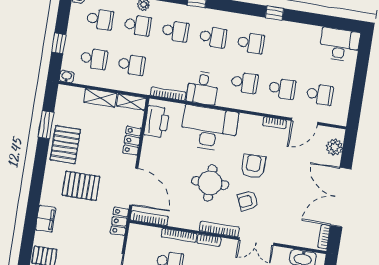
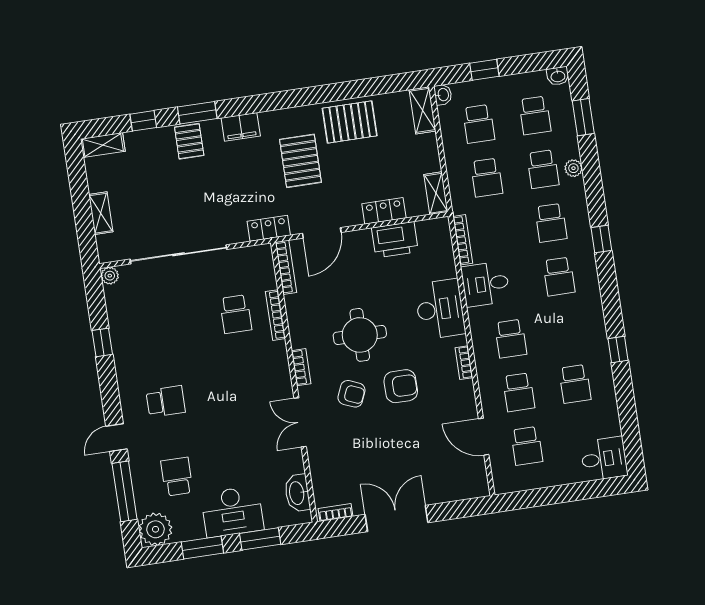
school desk: (251, 43) -> (575, 384), moved
desk: (340, 45) -> (604, 459), width x0.73
shelving: (100, 98) -> (422, 110), moved
printer: (157, 122) -> (395, 240), moved
bookcase: (274, 123) -> (464, 363), moved
window: (46, 125) -> (197, 113), moved
desk: (209, 128) -> (440, 309), width x0.73, depth x0.77
plant: (334, 147) -> (462, 488), removed
door: (134, 187) -> (322, 233), width x0.73
double door: (341, 197) -> (396, 519), width x0.73
armchair: (248, 201) -> (351, 394), turned 137
bookcase: (219, 229) -> (301, 367), width x0.64
bookcase: (209, 240) -> (282, 358), removed

